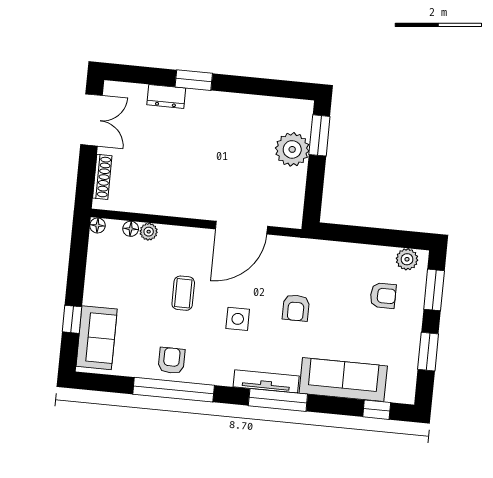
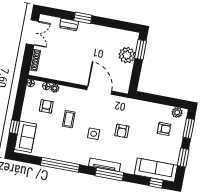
door: (241, 228) -> (99, 90), swing flipped
armchair: (172, 361) -> (46, 106), moved
sofa: (343, 380) -> (156, 170), moved

